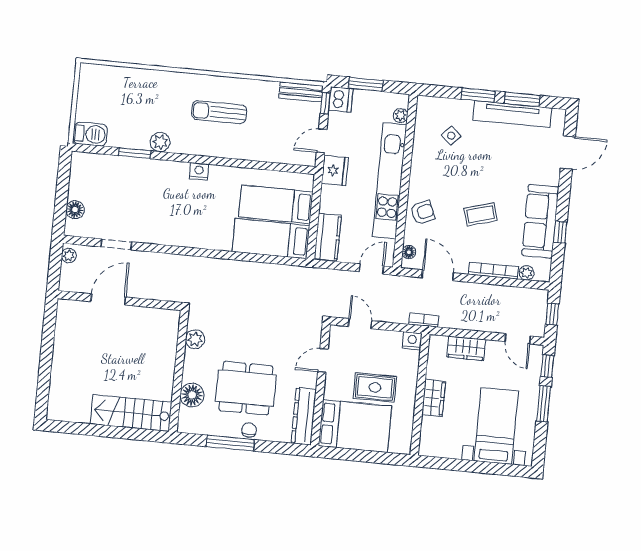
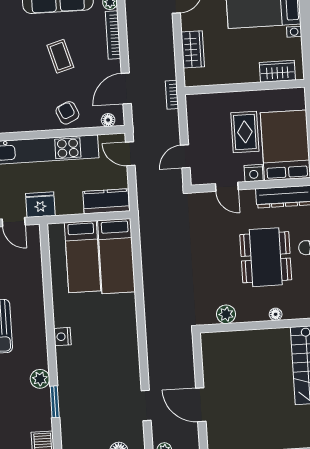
nightstand: (412, 341) -> (254, 173), moved, turned -90
floor lamp: (192, 395) -> (276, 314), width x0.53, depth x0.53
wardrobe: (434, 398) -> (277, 71), moved

